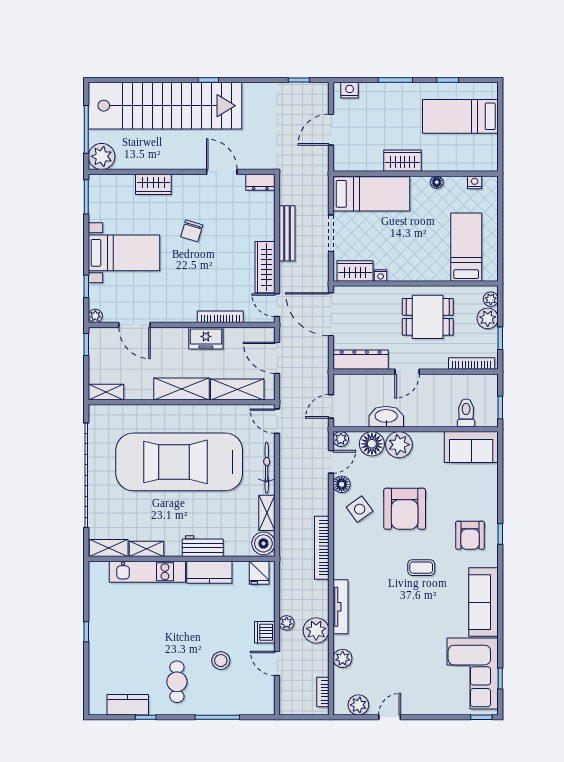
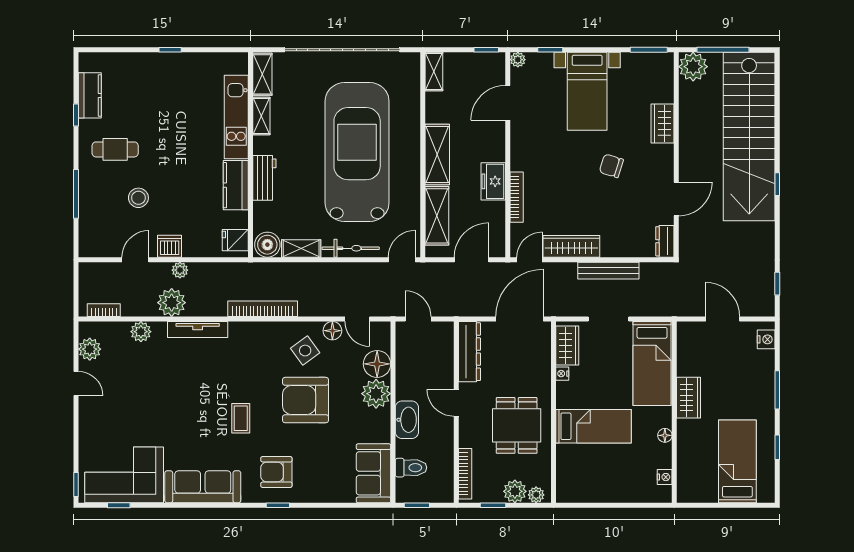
bed: (466, 247) -> (593, 426), moved
washbasin: (386, 417) -> (407, 420), moved
plant: (341, 439) -> (382, 330), removed

